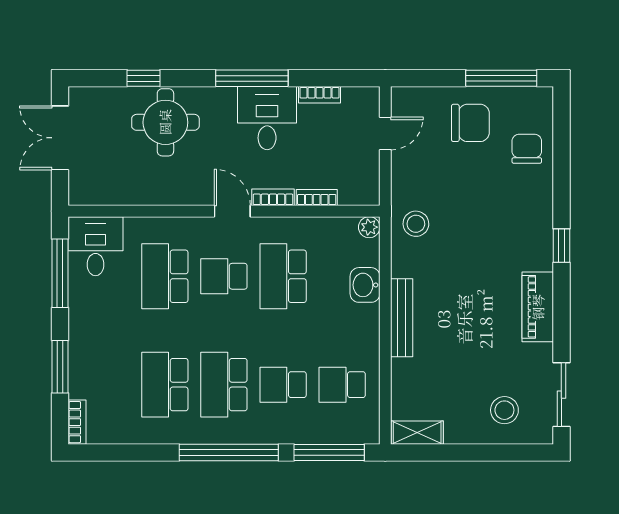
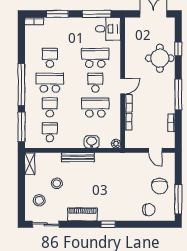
desk: (267, 118) -> (162, 101), removed
stool: (416, 224) -> (57, 183), moved
school desk: (165, 385) -> (50, 58), width x0.54

